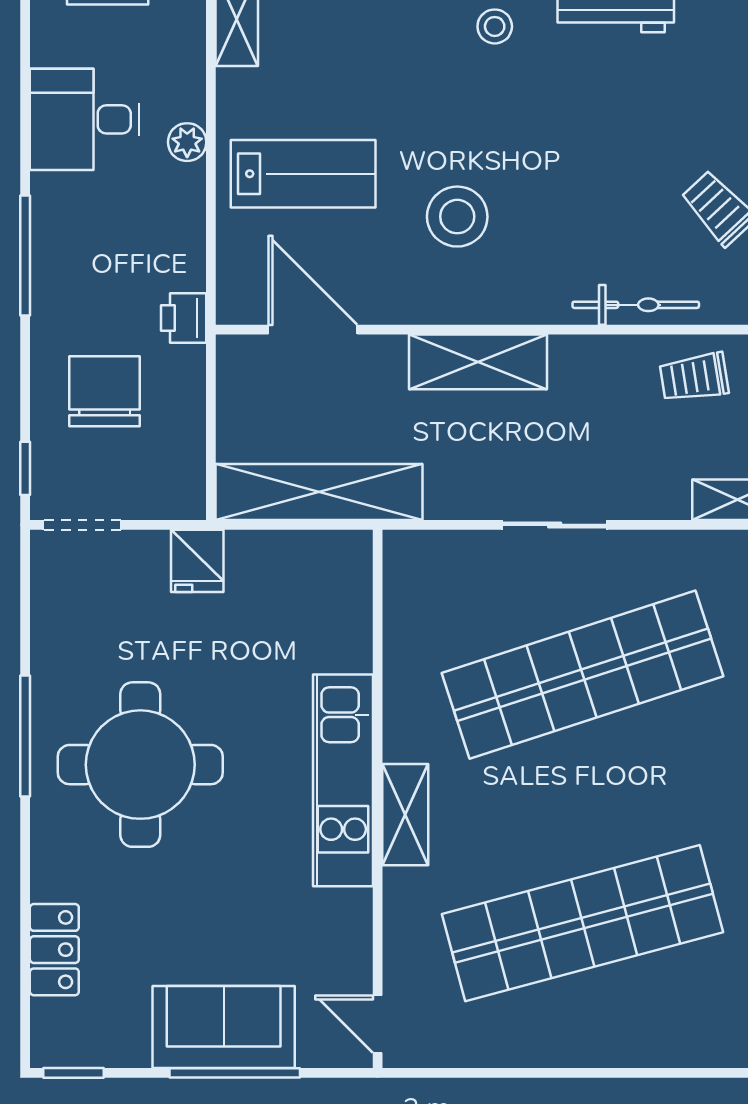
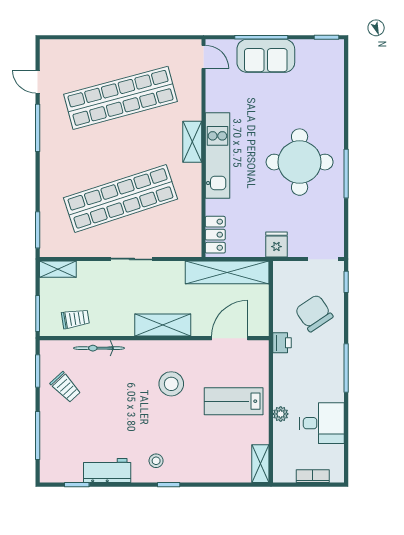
door: (313, 330) -> (230, 338), swing flipped
chair: (105, 391) -> (314, 313), turned 146
locker: (54, 950) -> (215, 235), moved, turned 180

